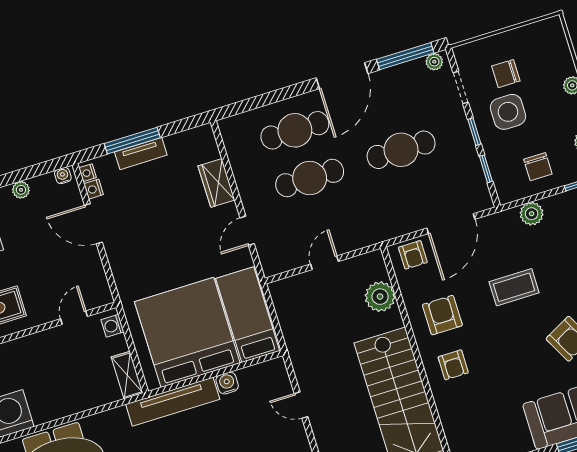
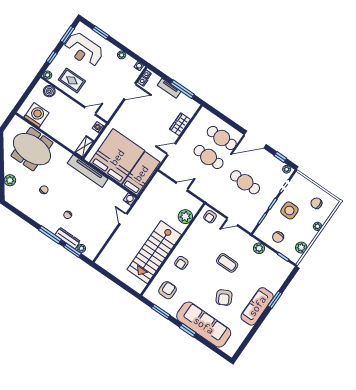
window: (405, 56) -> (280, 157), width x0.46
chair: (506, 74) -> (316, 203), moved
window: (132, 141) -> (182, 89), moved
door: (93, 224) -> (130, 91), swing flipped
door: (451, 224) -> (232, 222), width x0.53
armchair: (442, 315) -> (168, 290), moved
water cooler: (227, 383) -> (130, 199), moved

